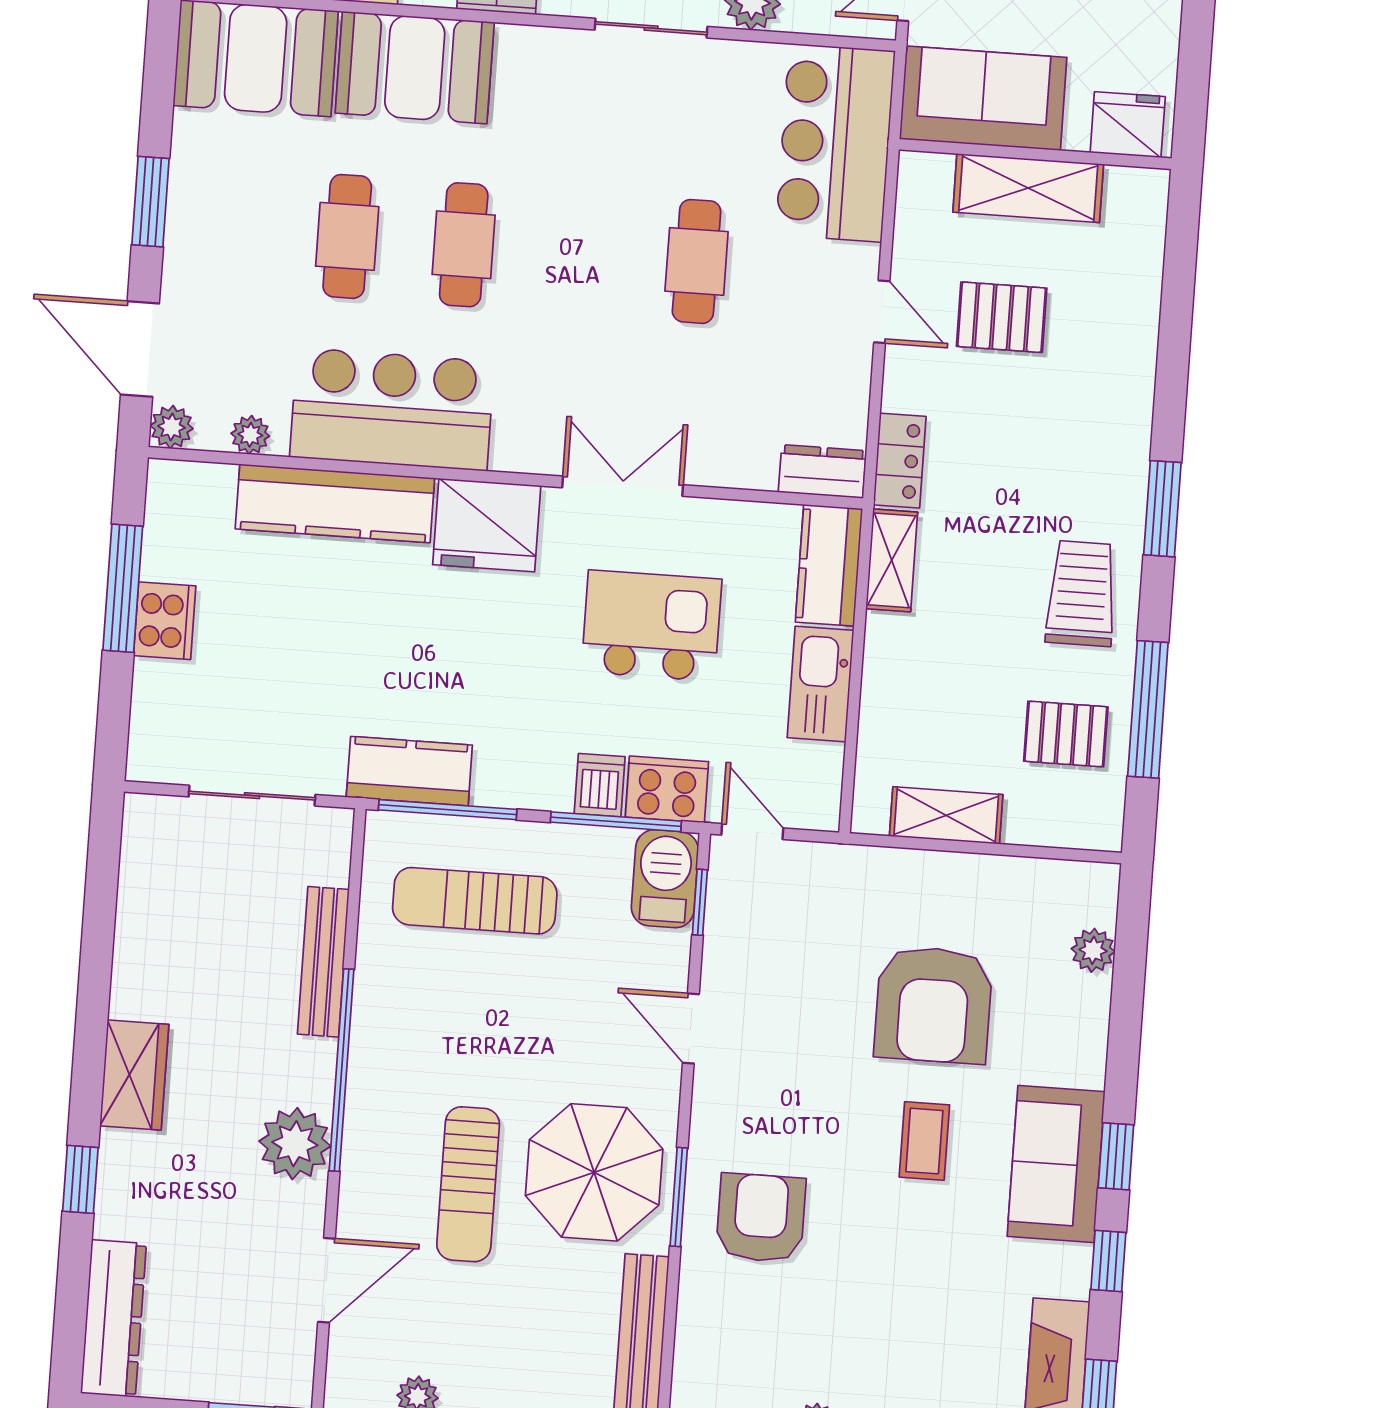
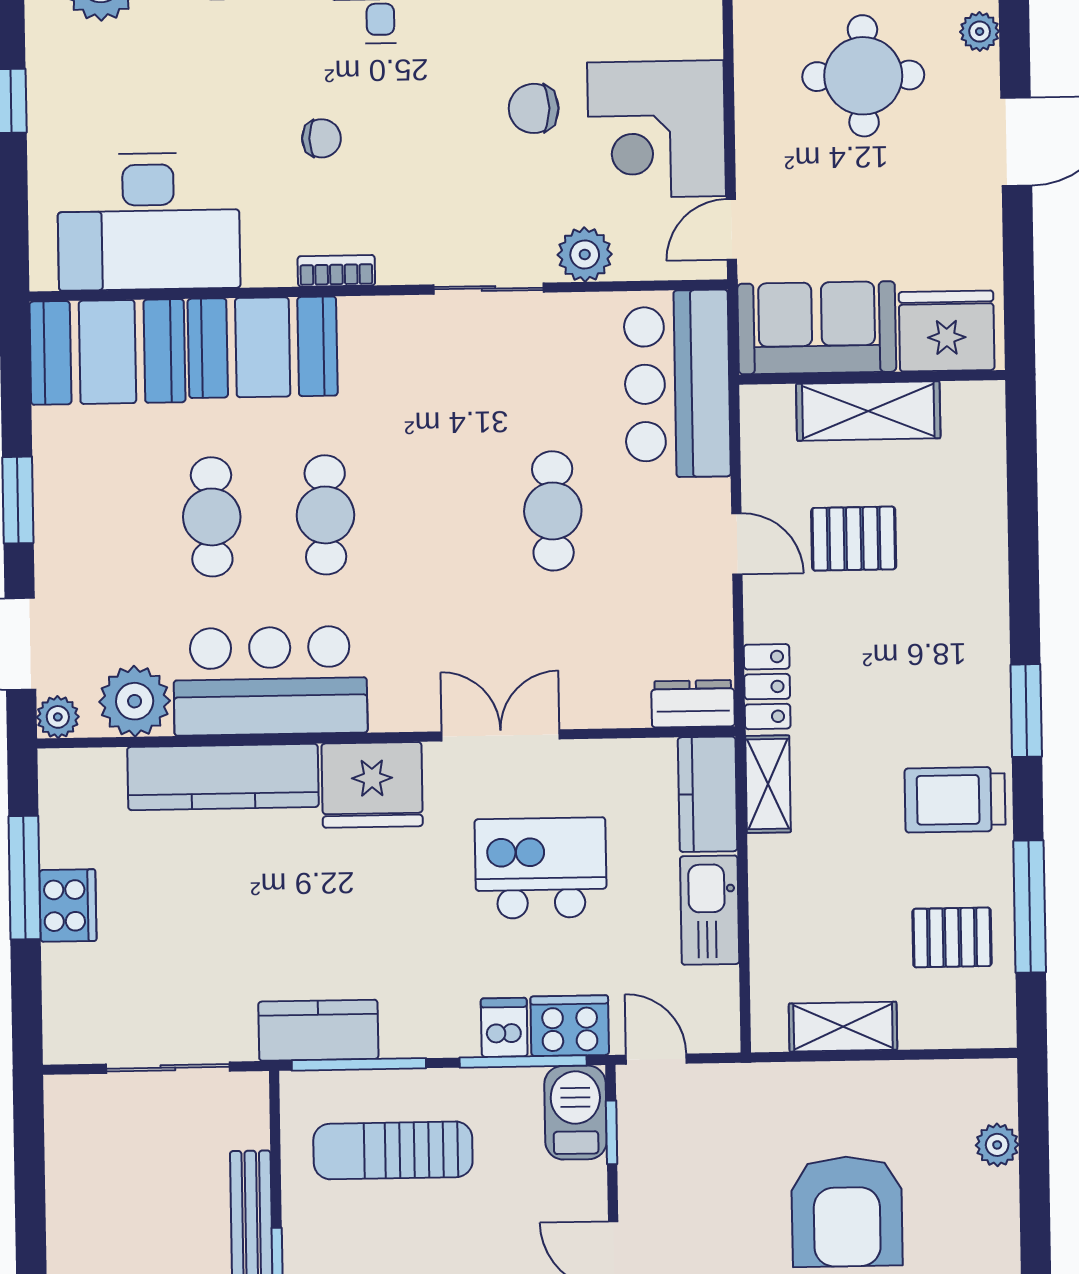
fridge: (1128, 125) -> (947, 331), width x1.36, depth x1.34
plant: (250, 435) -> (135, 701), width x1.87, depth x1.87
trolley: (1081, 593) -> (955, 800), turned -90

